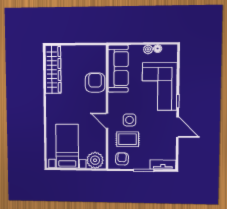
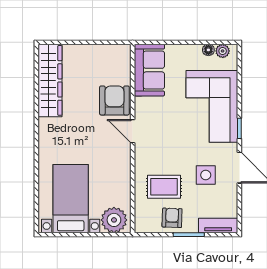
plant: (148, 49) -> (223, 51), moved
sofa: (118, 69) -> (149, 70), width x0.73
side table: (129, 120) -> (206, 175), moved
door: (107, 121) -> (133, 131), moved
armchair: (122, 159) -> (172, 218), moved

